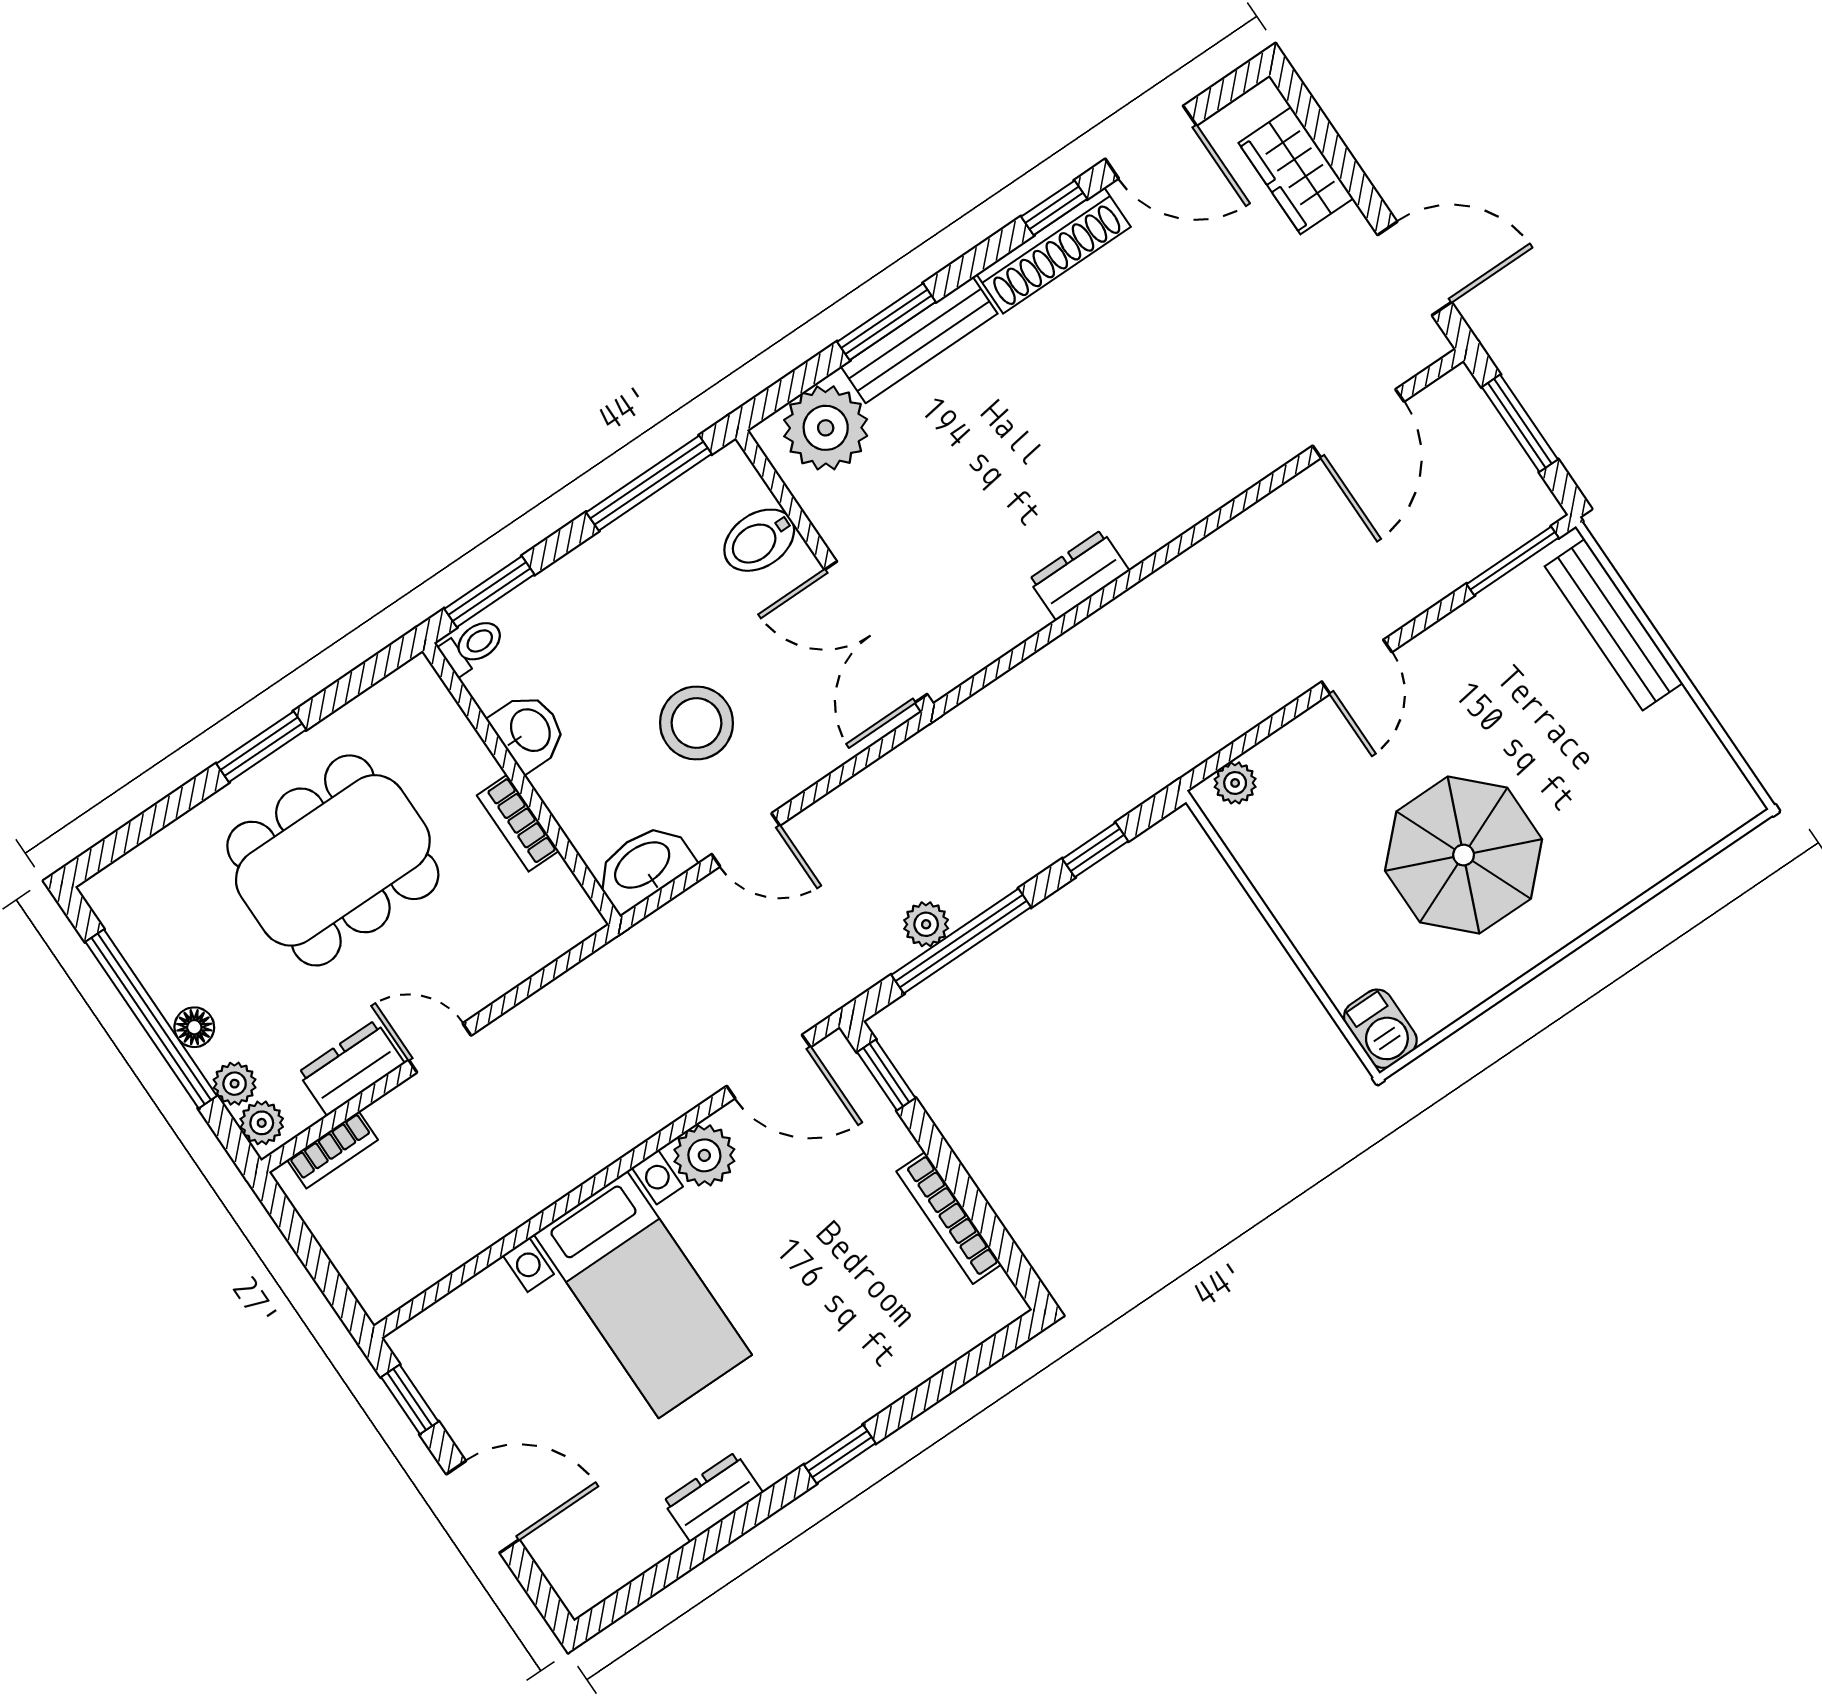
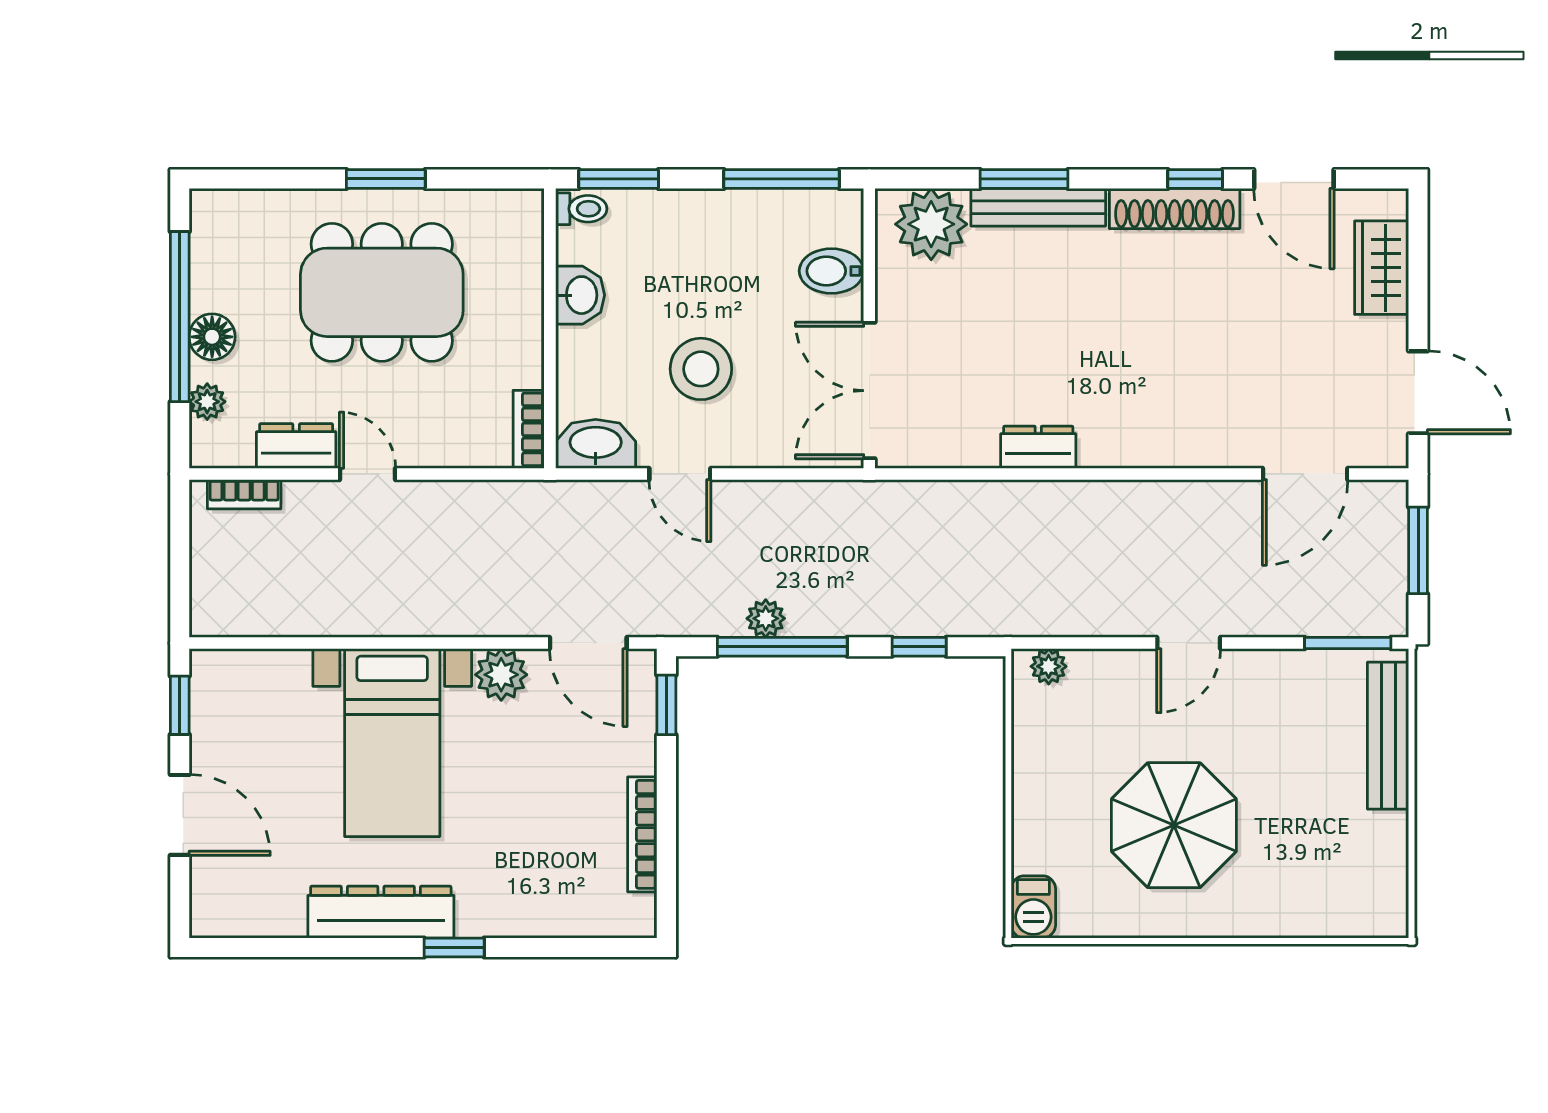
bookcase: (518, 823) -> (529, 429), moved
floor lamp: (194, 1027) -> (212, 337), width x1.37, depth x1.37
plant: (262, 1123) -> (207, 442), removed
dresser: (713, 1497) -> (381, 912), width x1.96, depth x1.24

